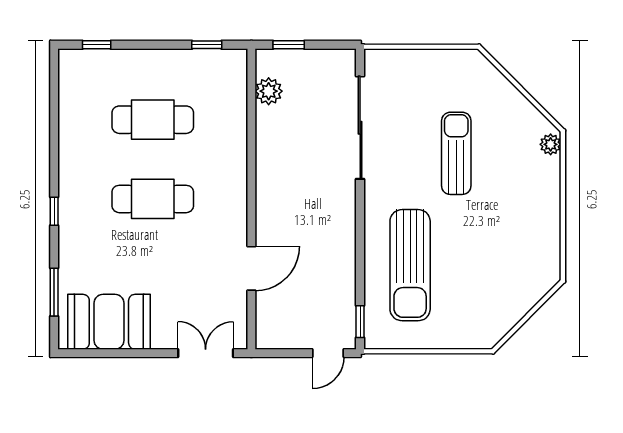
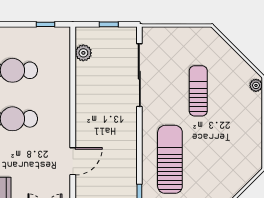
window: (289, 45) -> (109, 24), moved
sun lounger: (410, 265) -> (170, 159), turned 180

